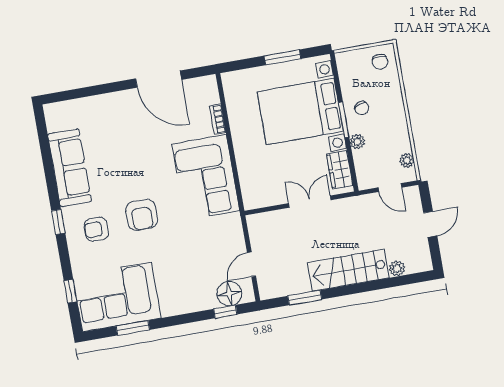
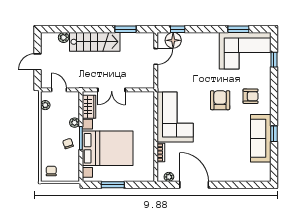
plant: (199, 84) -> (169, 177), added
window: (58, 222) -> (274, 134), moved

